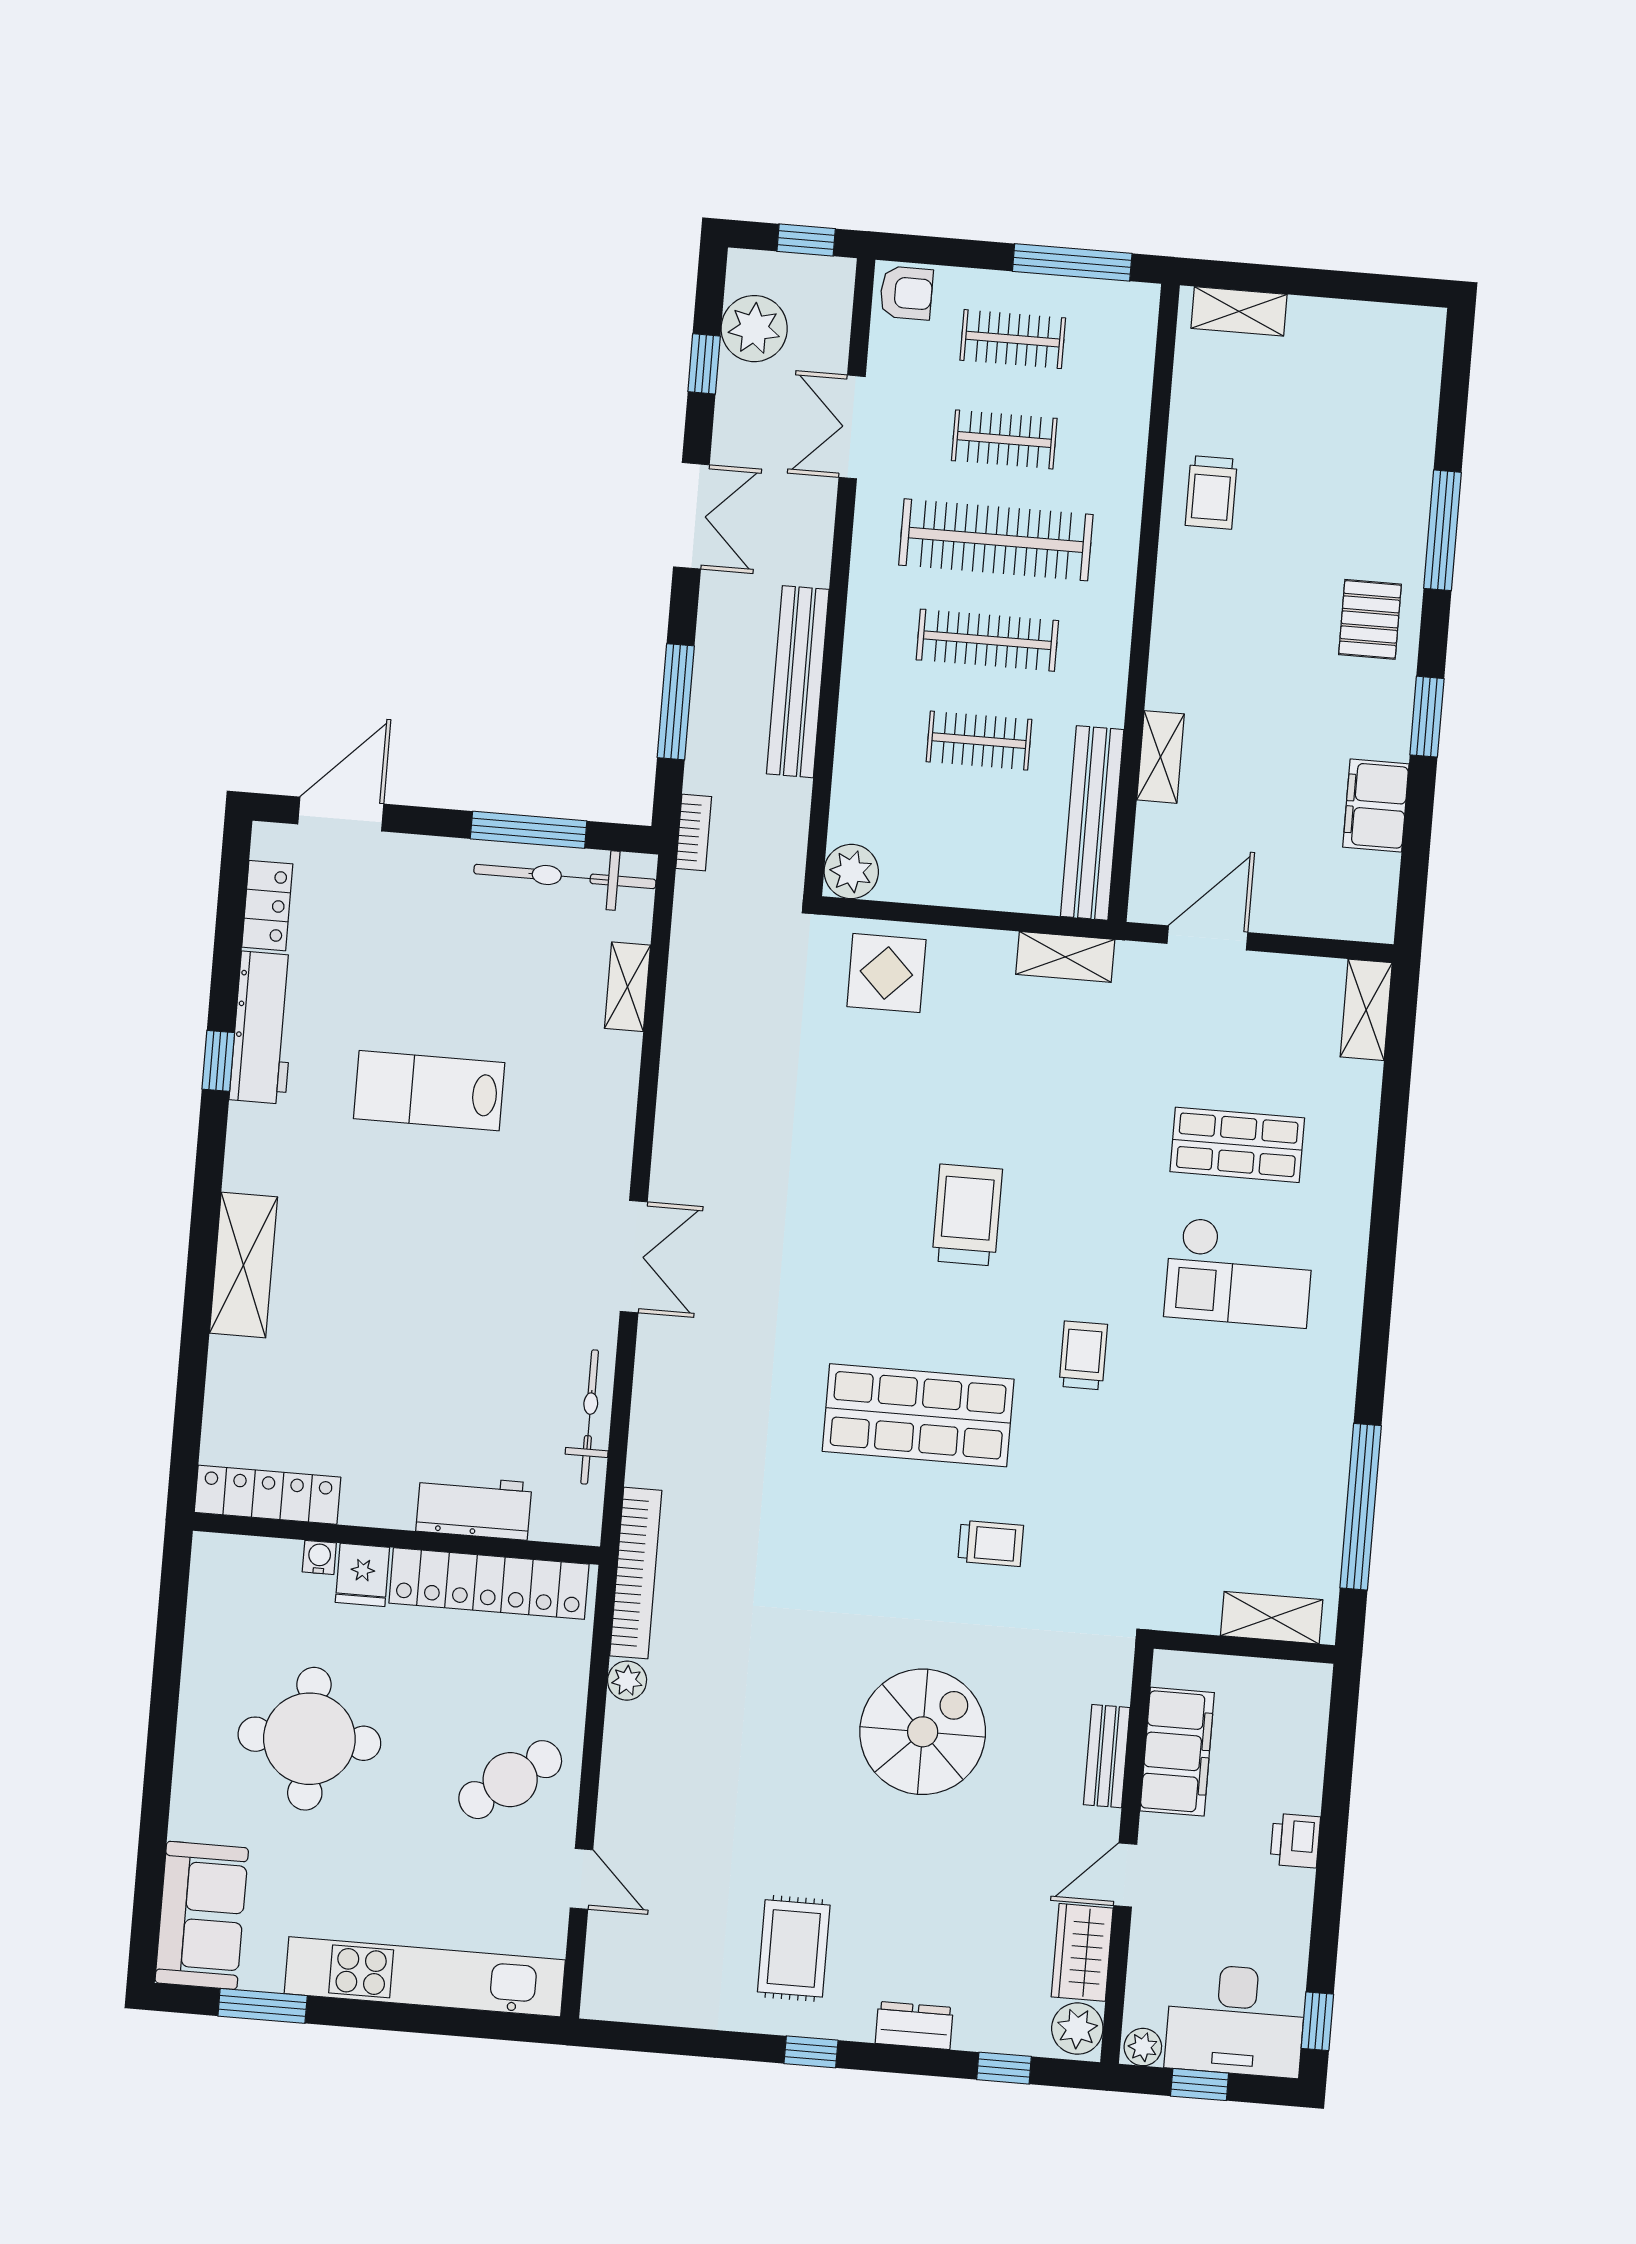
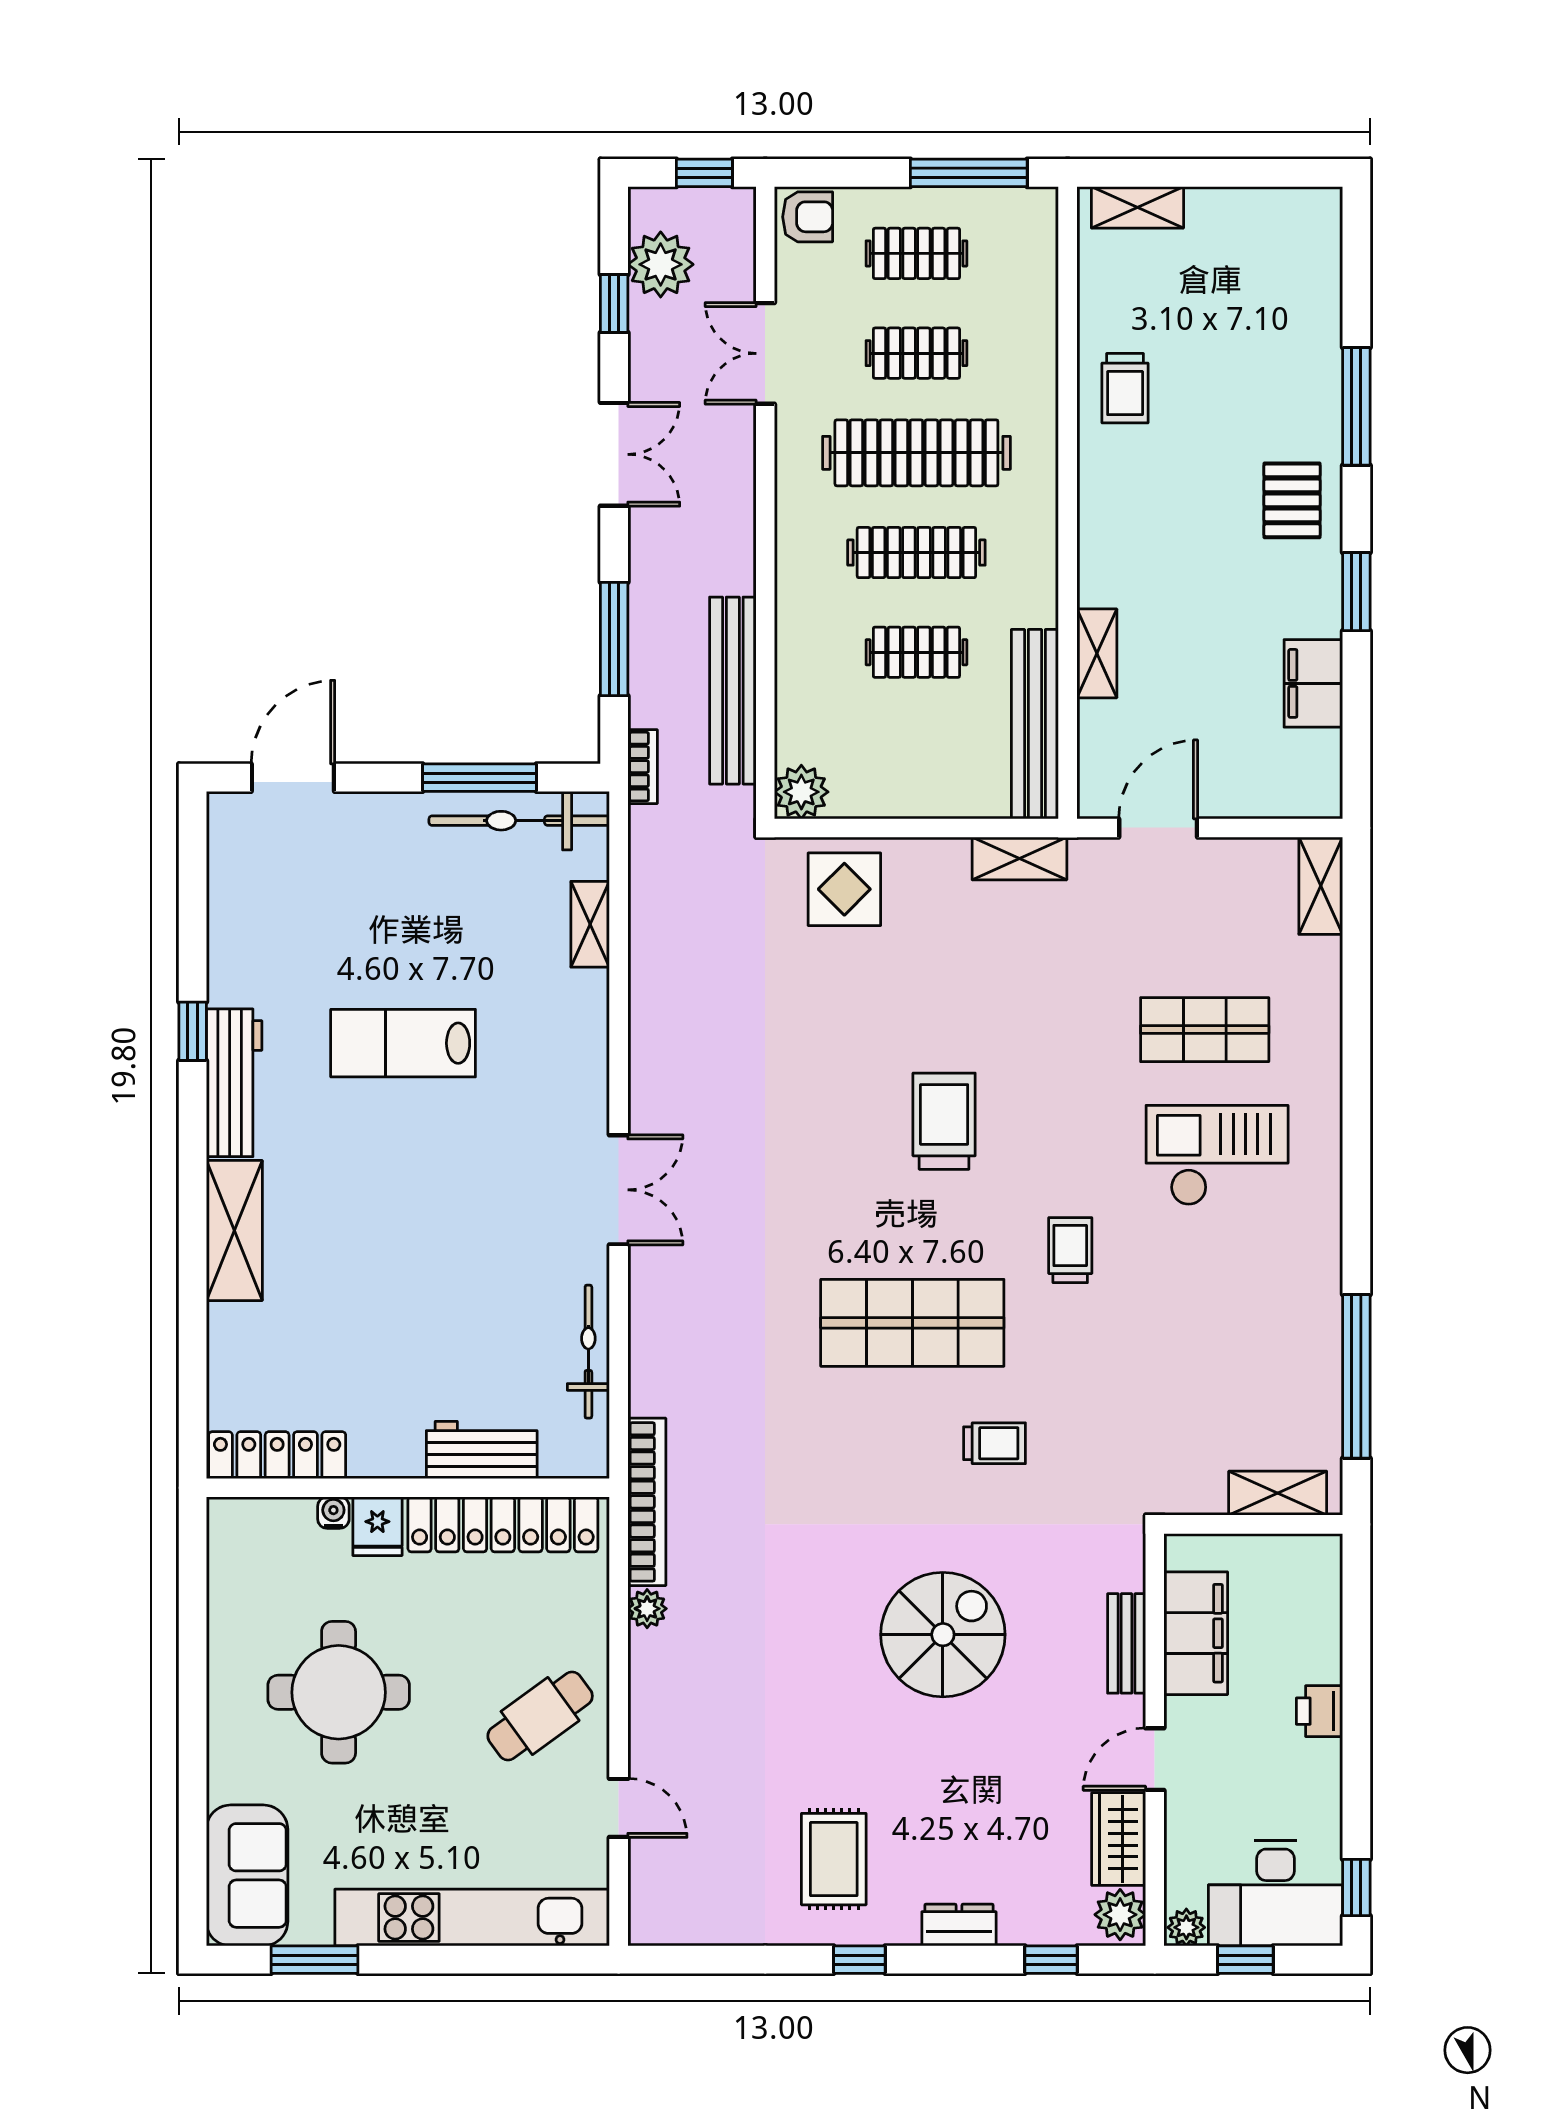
bench: (798, 682) -> (733, 691), moved
locker: (267, 906) -> (228, 874), removed
workbench: (263, 1028) -> (234, 1083), moved
checkout: (1239, 1272) -> (1217, 1155), turned 180

